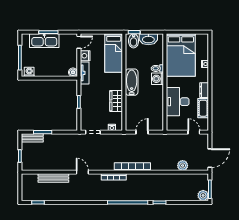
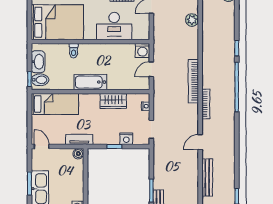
nightstand: (85, 56) -> (126, 139), moved
washing machine: (158, 79) -> (142, 51), moved
door: (142, 132) -> (151, 69), hinge flipped

